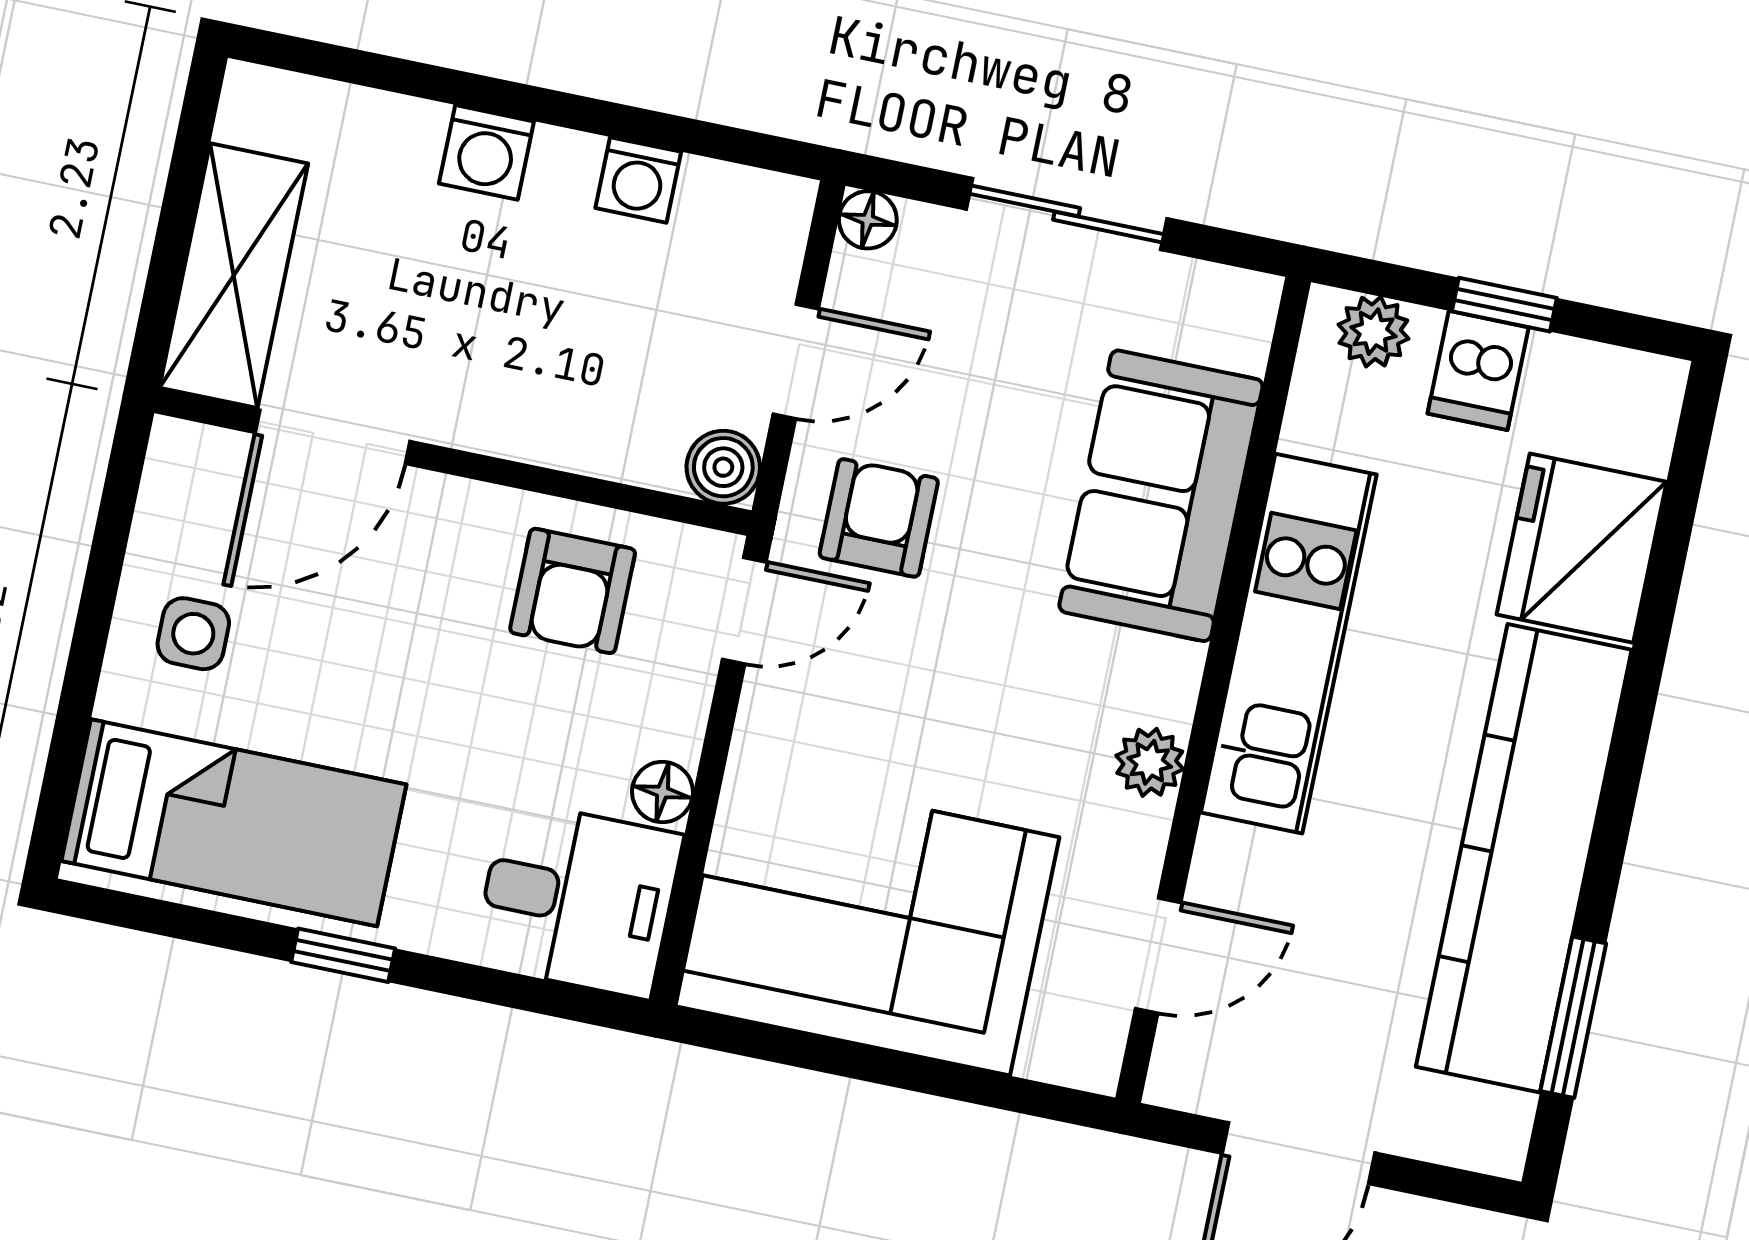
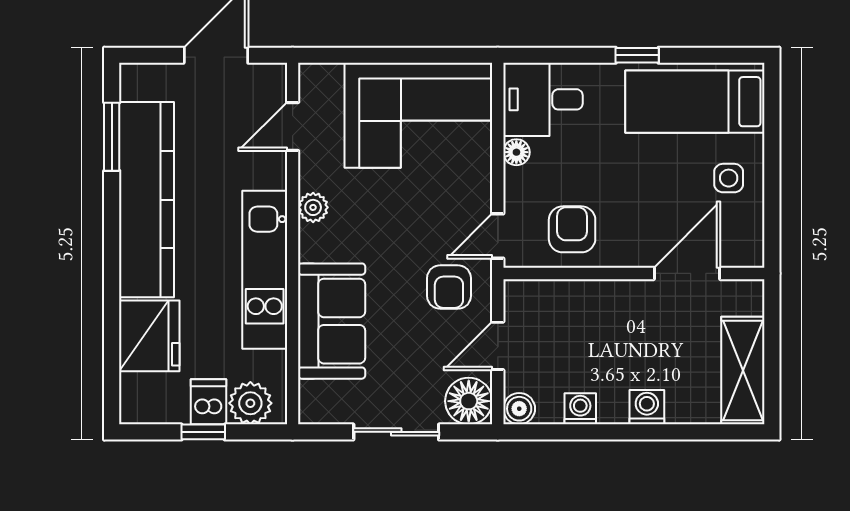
floor lamp: (868, 220) -> (469, 401), width x1.89, depth x1.89
shelving: (234, 276) -> (743, 371), moved
plant: (1373, 332) -> (250, 403), width x1.38, depth x1.38
boiler: (723, 467) -> (519, 409), moved

